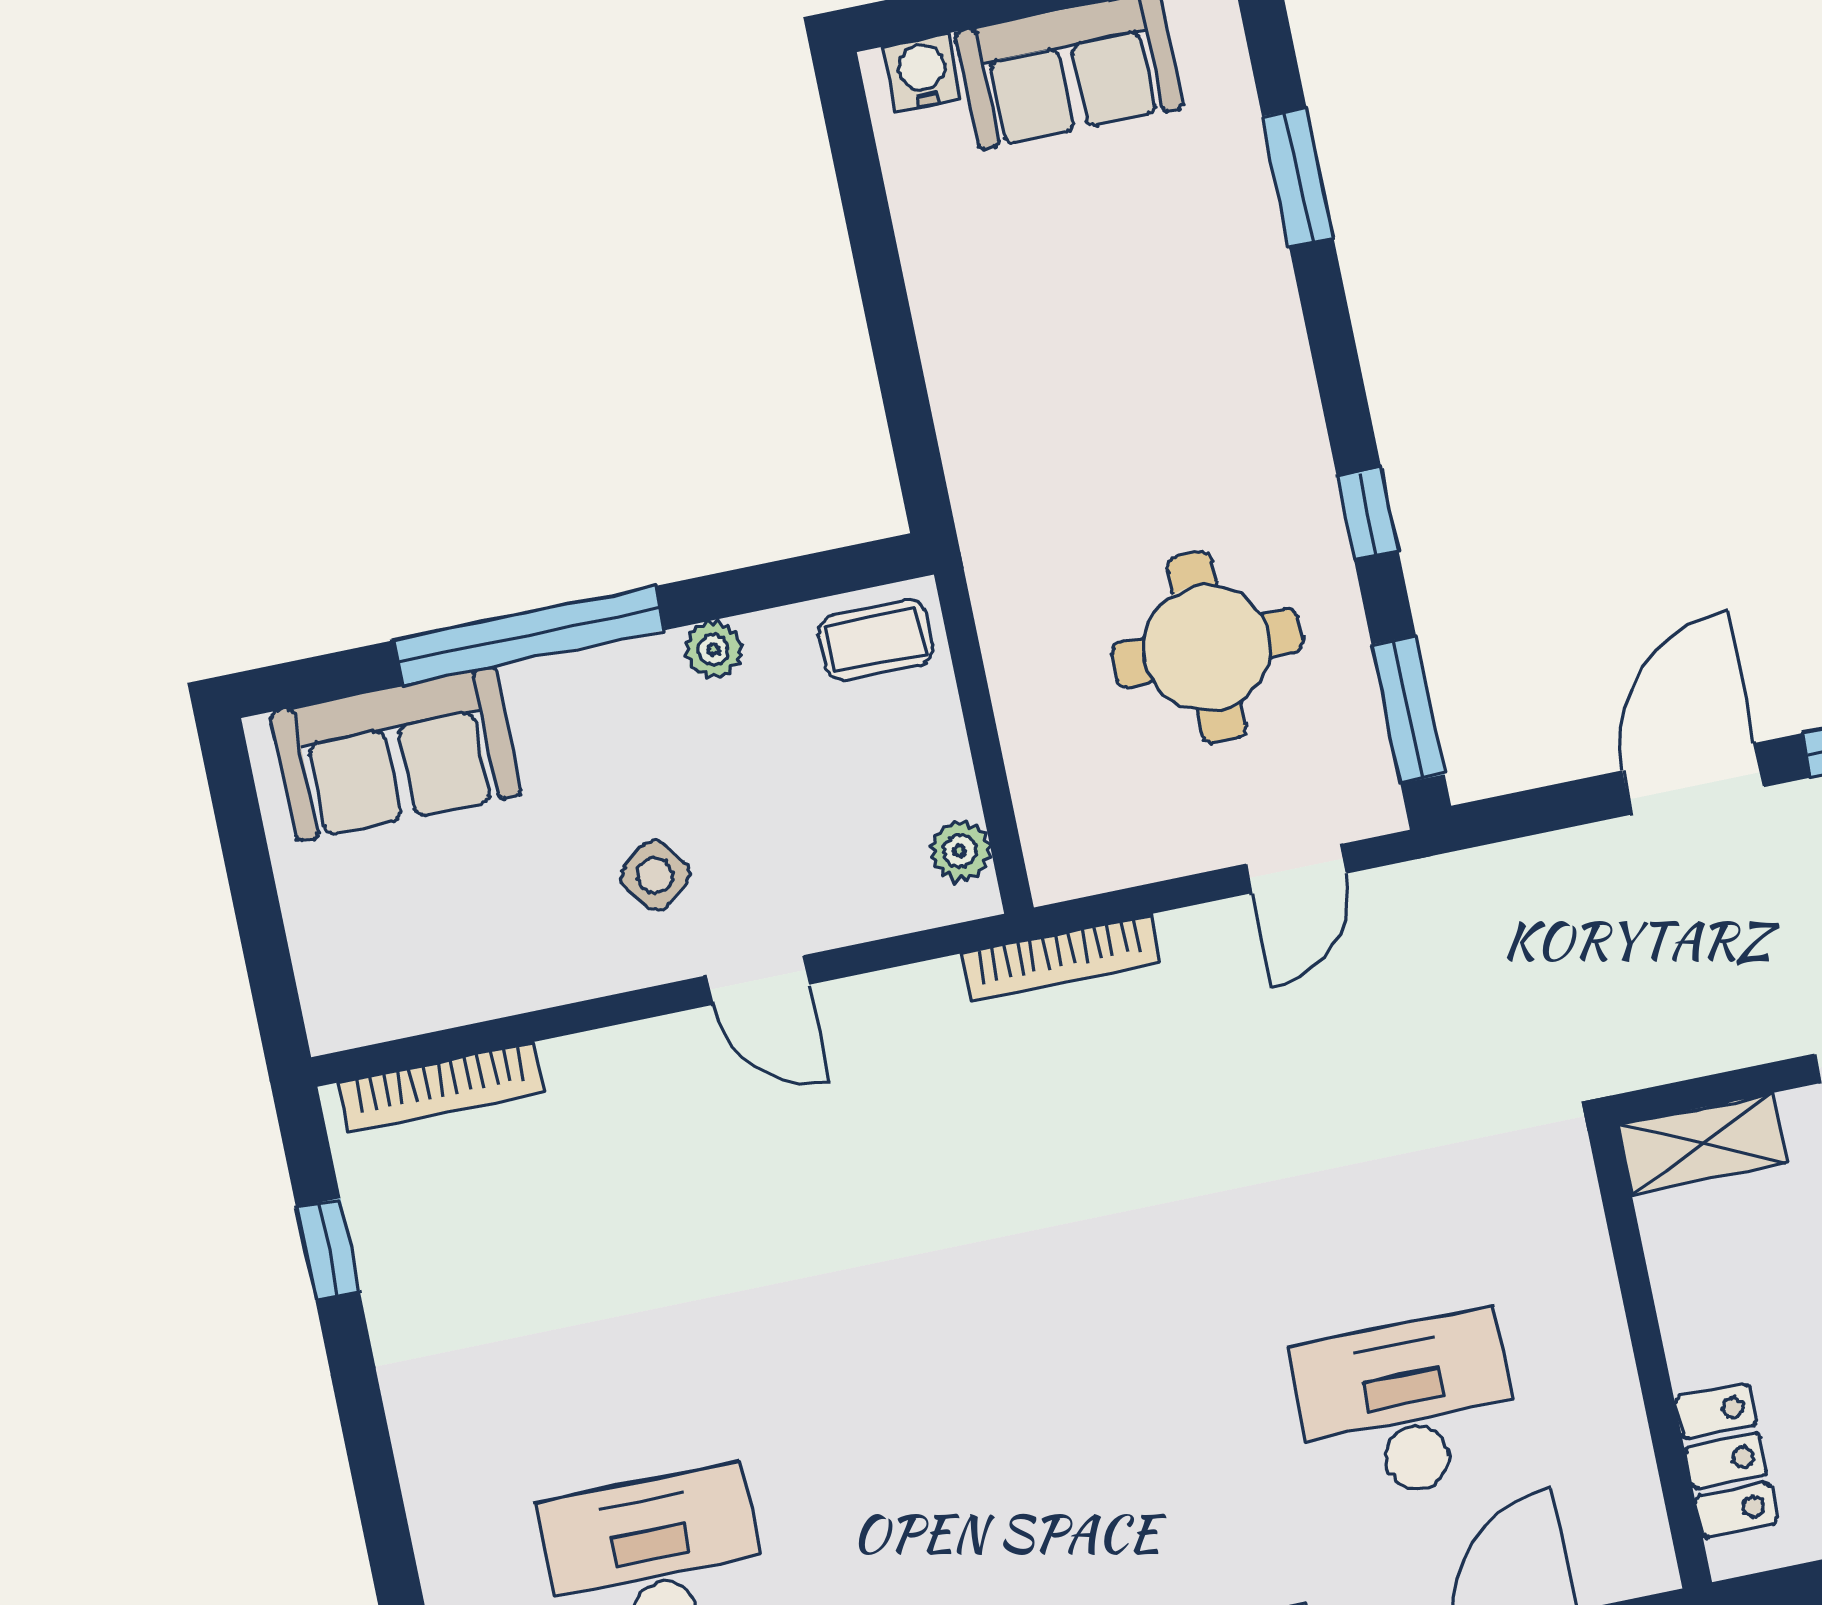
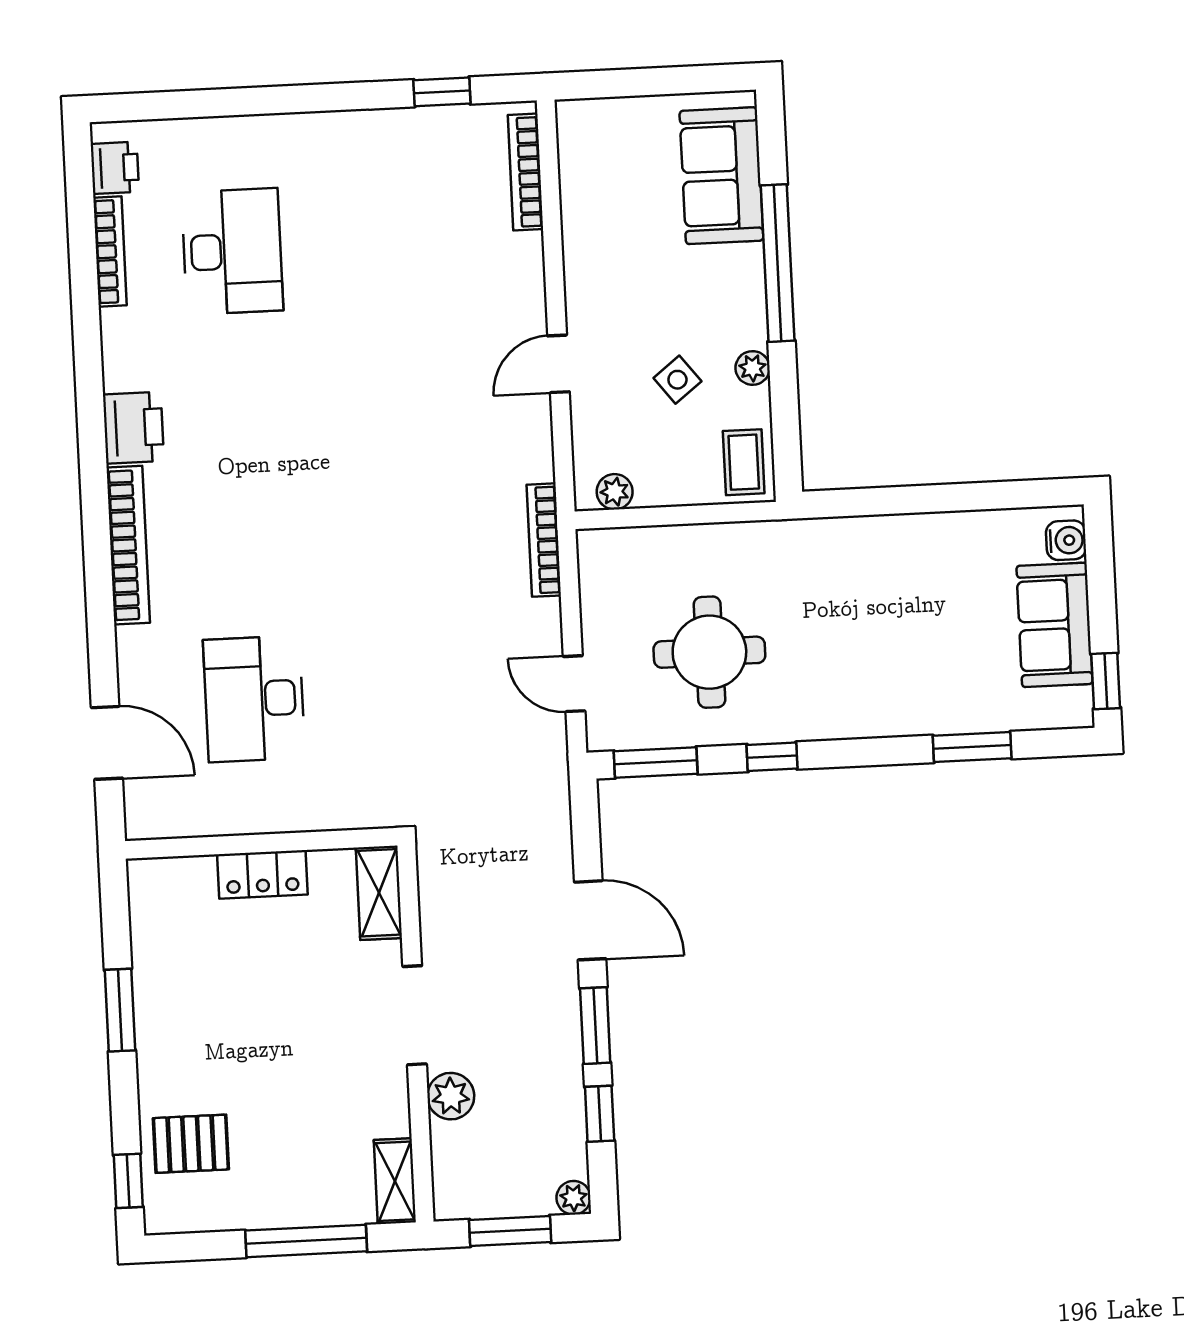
side table: (655, 875) -> (677, 380), moved
desk: (1407, 1407) -> (254, 699), turned 180
locker: (1726, 1461) -> (262, 874), moved

